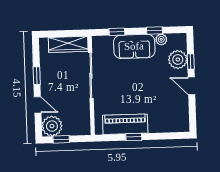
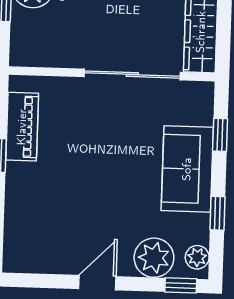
plant: (161, 39) -> (197, 257), moved
window: (191, 61) -> (181, 285), moved
piano: (125, 124) -> (22, 127), width x0.73, depth x0.75

